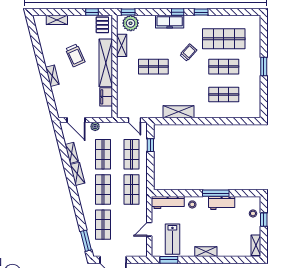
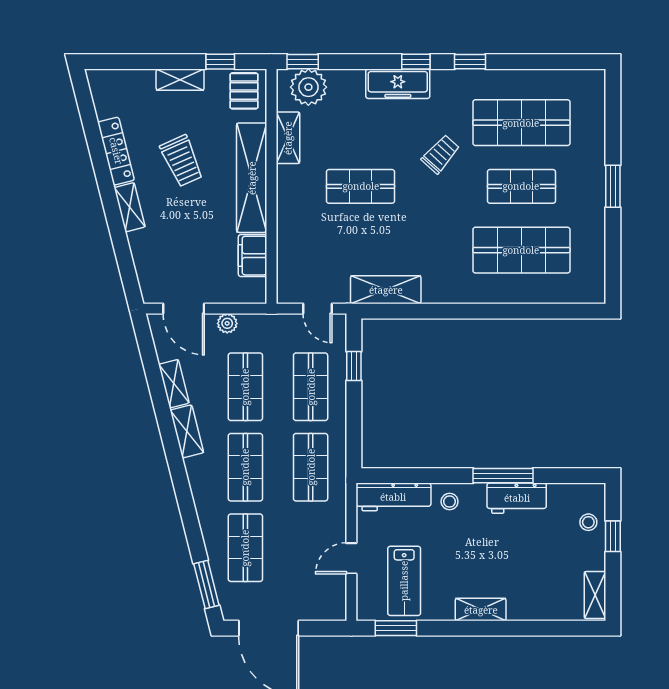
shelving: (57, 20) -> (180, 80), moved
locker: (46, 51) -> (116, 151), added
shop shelf: (224, 94) -> (521, 250), width x1.43, depth x1.36
shelving: (178, 112) -> (386, 290), moved

